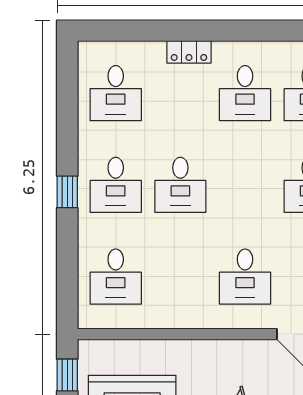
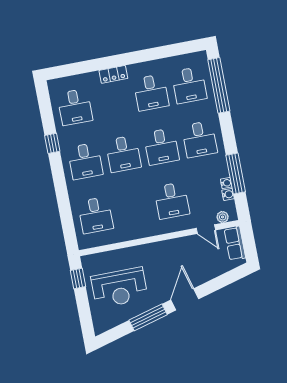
desk: (245, 185) -> (161, 147), added
window: (67, 192) -> (52, 143), moved

